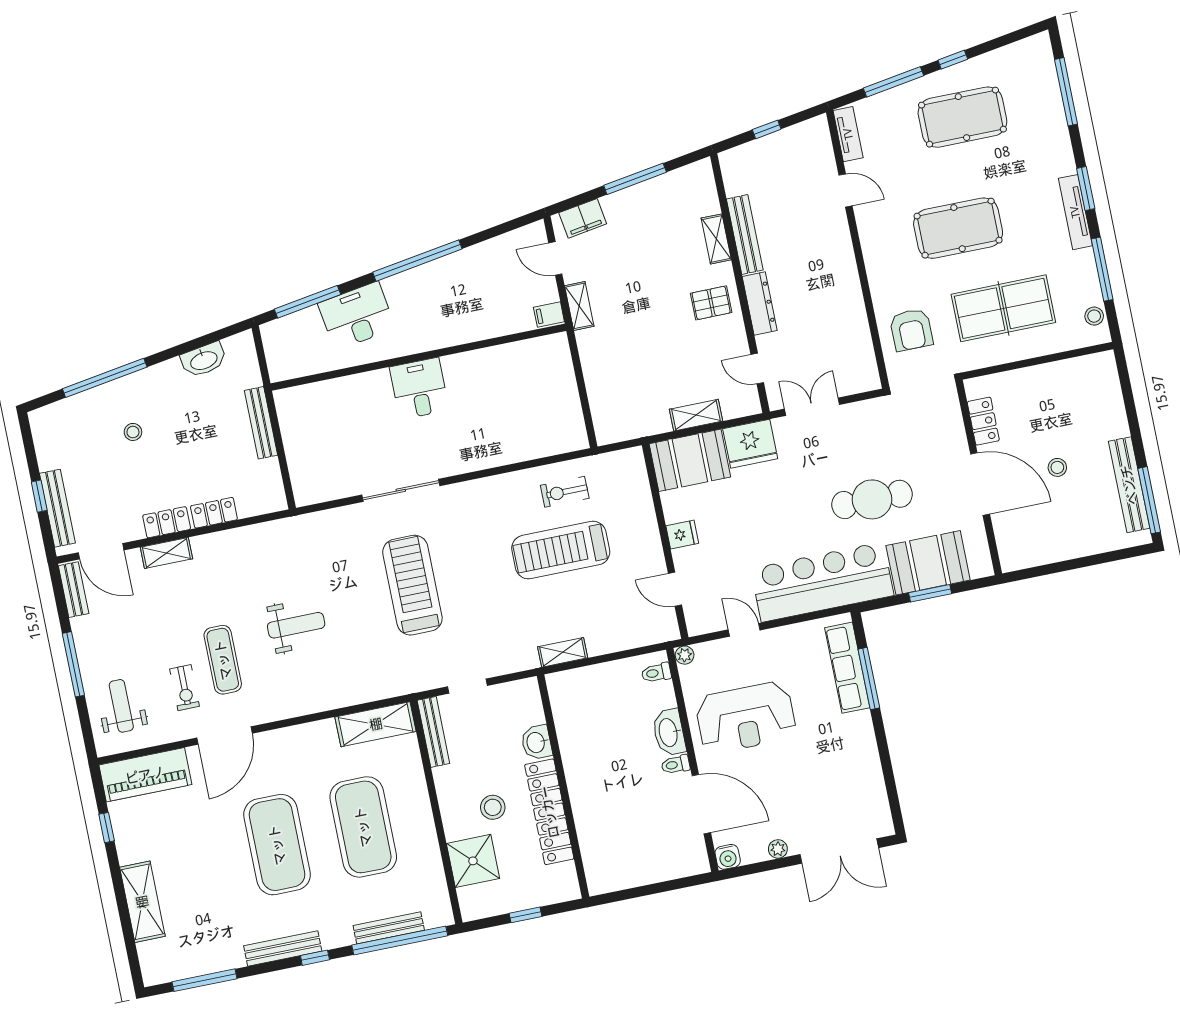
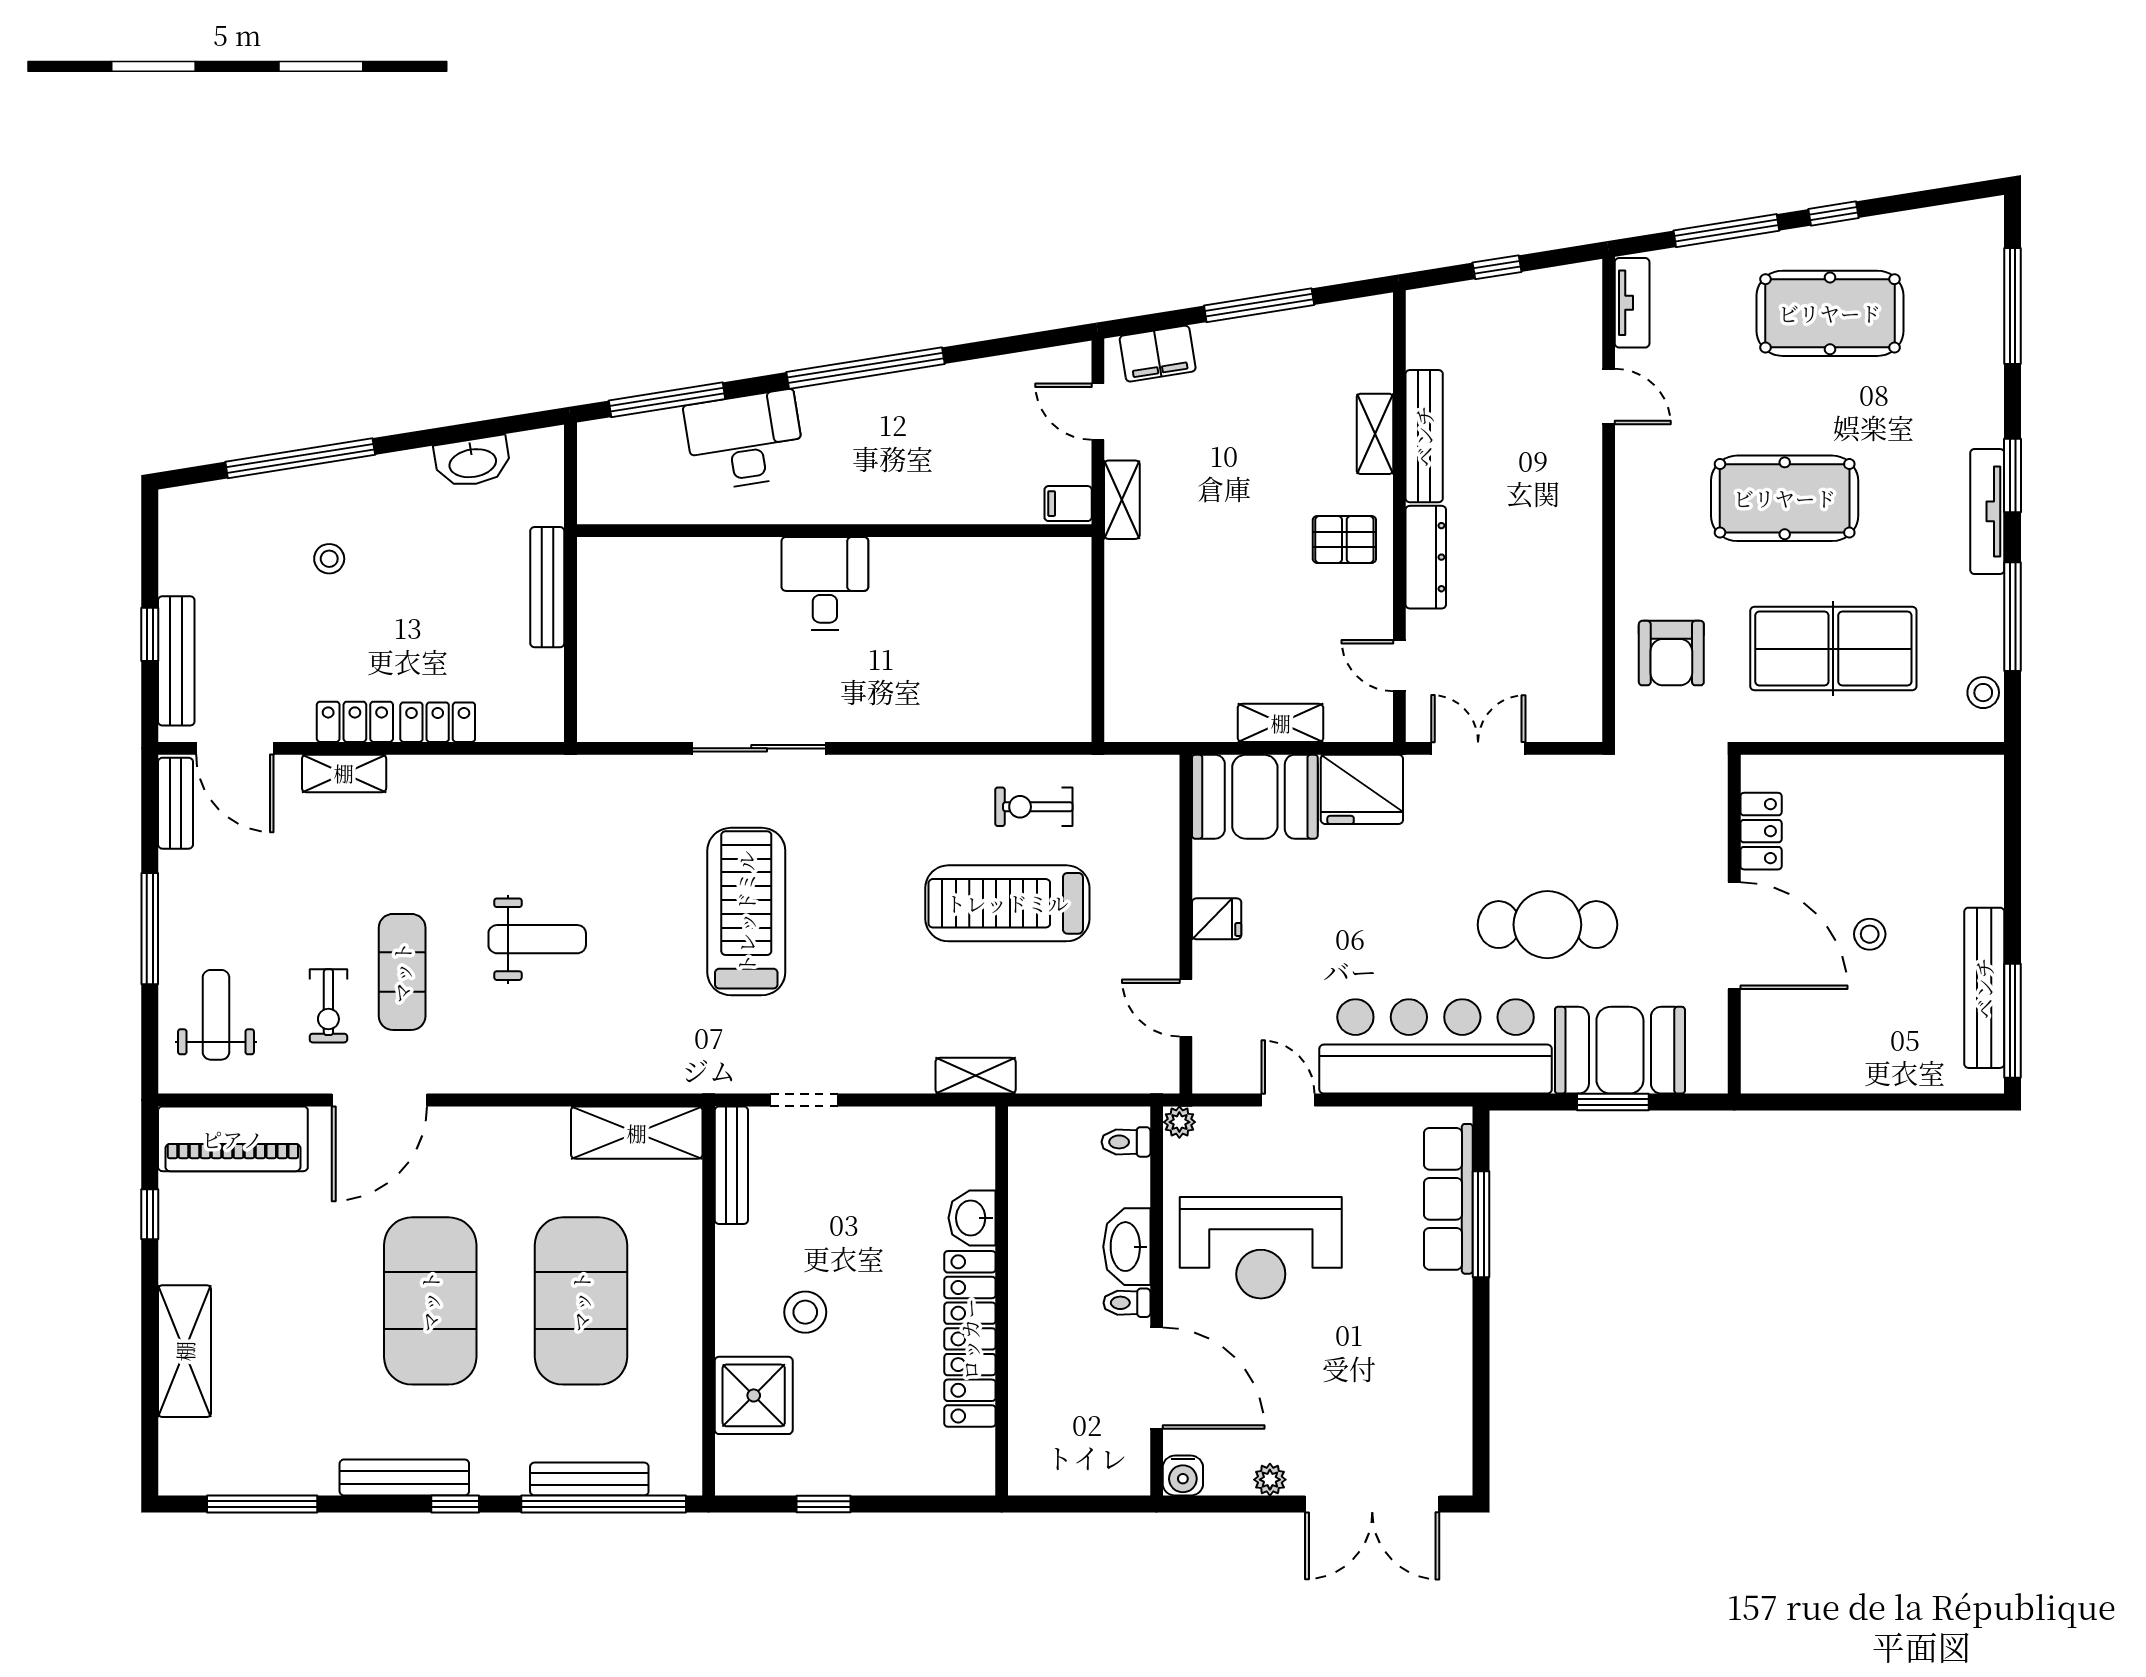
washbasin: (536, 742) -> (972, 1218), moved
wall: (563, 786) -> (1002, 1301), moved
locker: (549, 812) -> (970, 1339), moved

